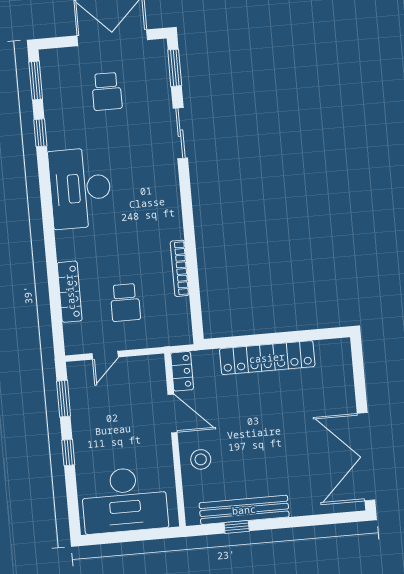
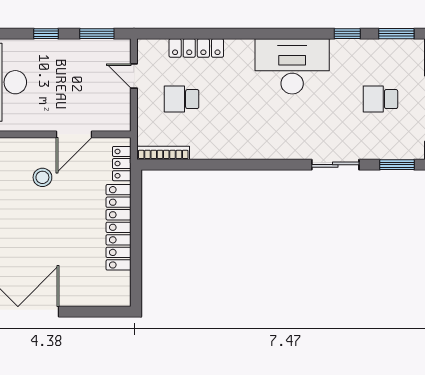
bookcase: (180, 268) -> (163, 153), moved
locker: (182, 371) -> (122, 164), moved, turned 90
stool: (201, 459) -> (42, 177), moved

